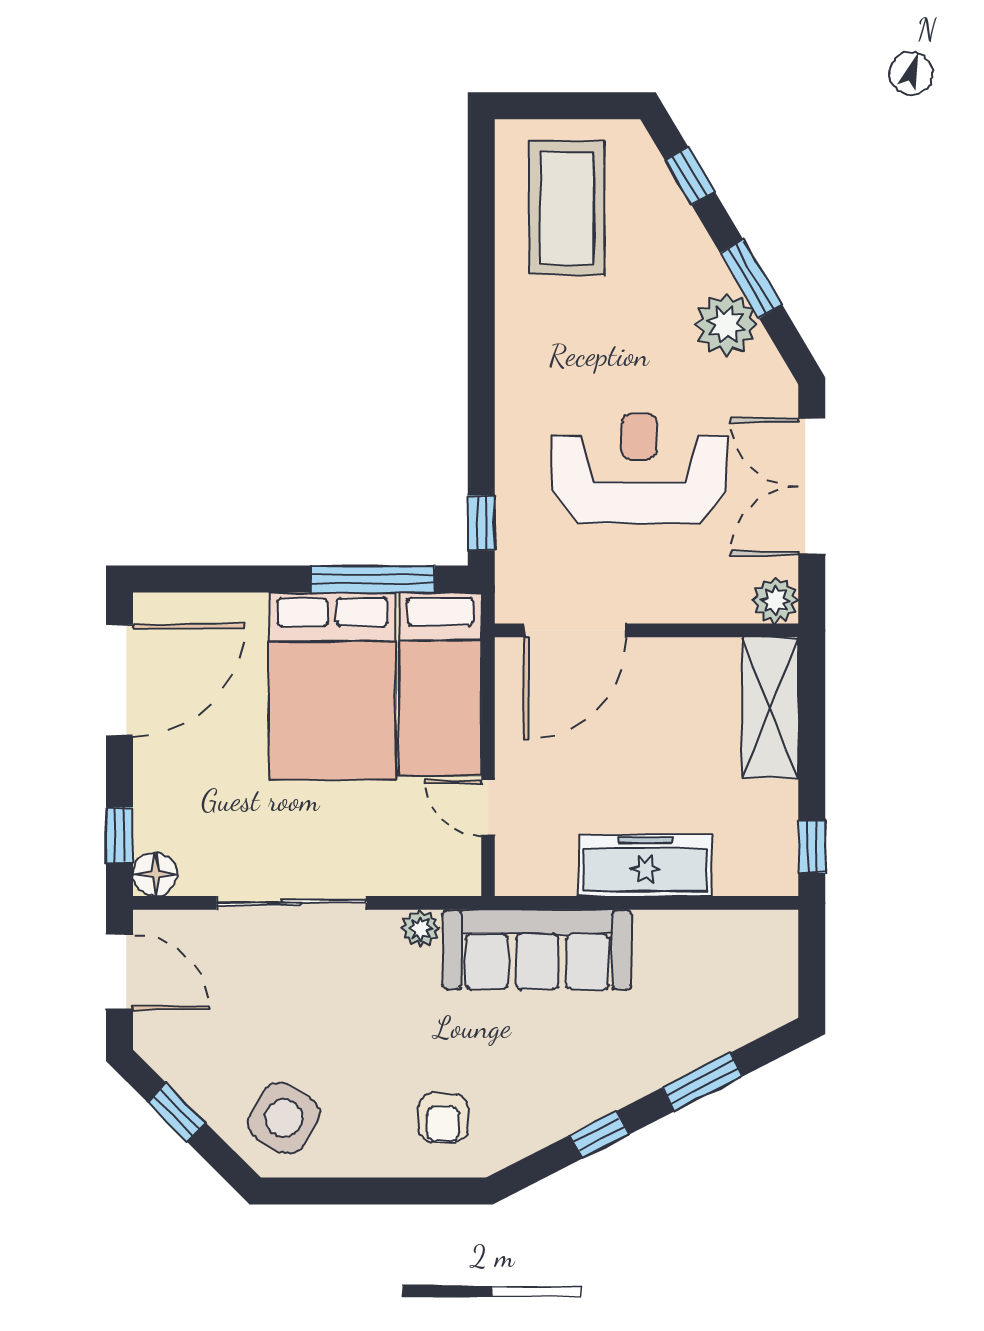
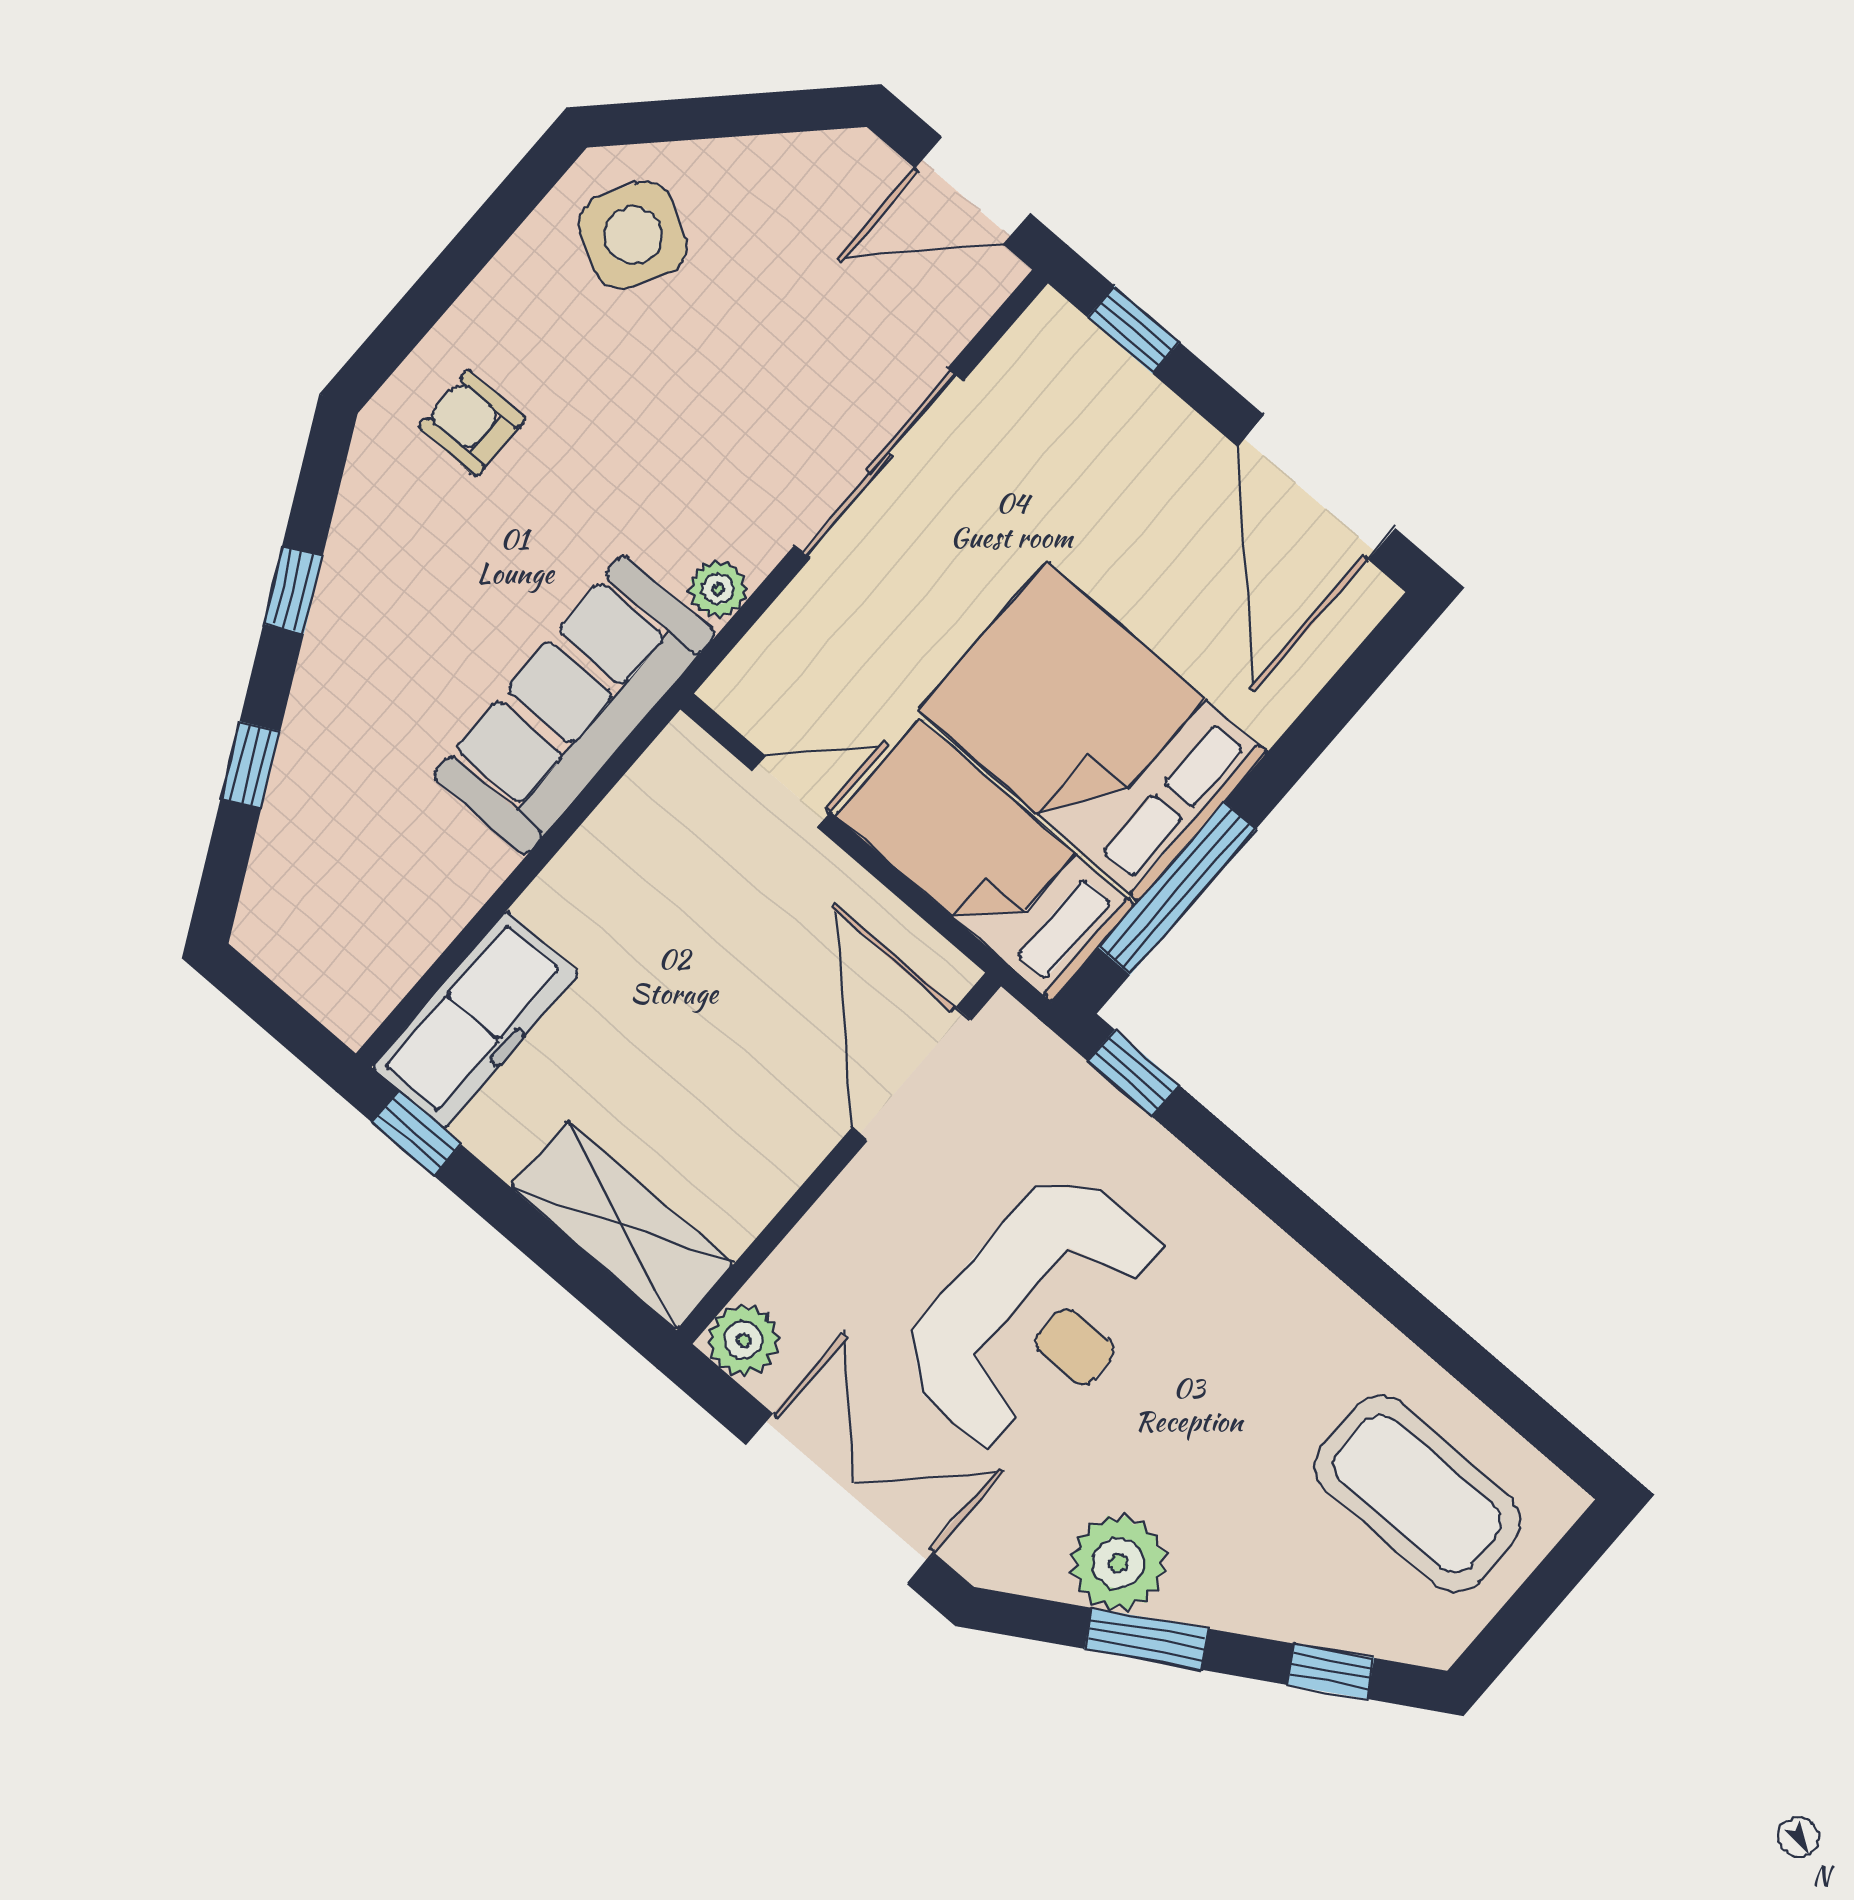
freezer: (645, 865) -> (476, 1020), moved
floor lamp: (155, 874) -> (1052, 332), removed
window: (702, 1082) -> (250, 765), width x0.67
window: (177, 1113) -> (749, 115), removed

